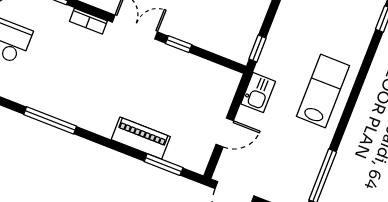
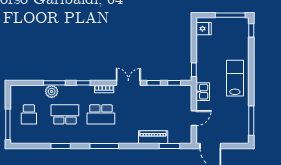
window: (214, 58) -> (174, 83), added
school desk: (66, 63) -> (101, 114), added

